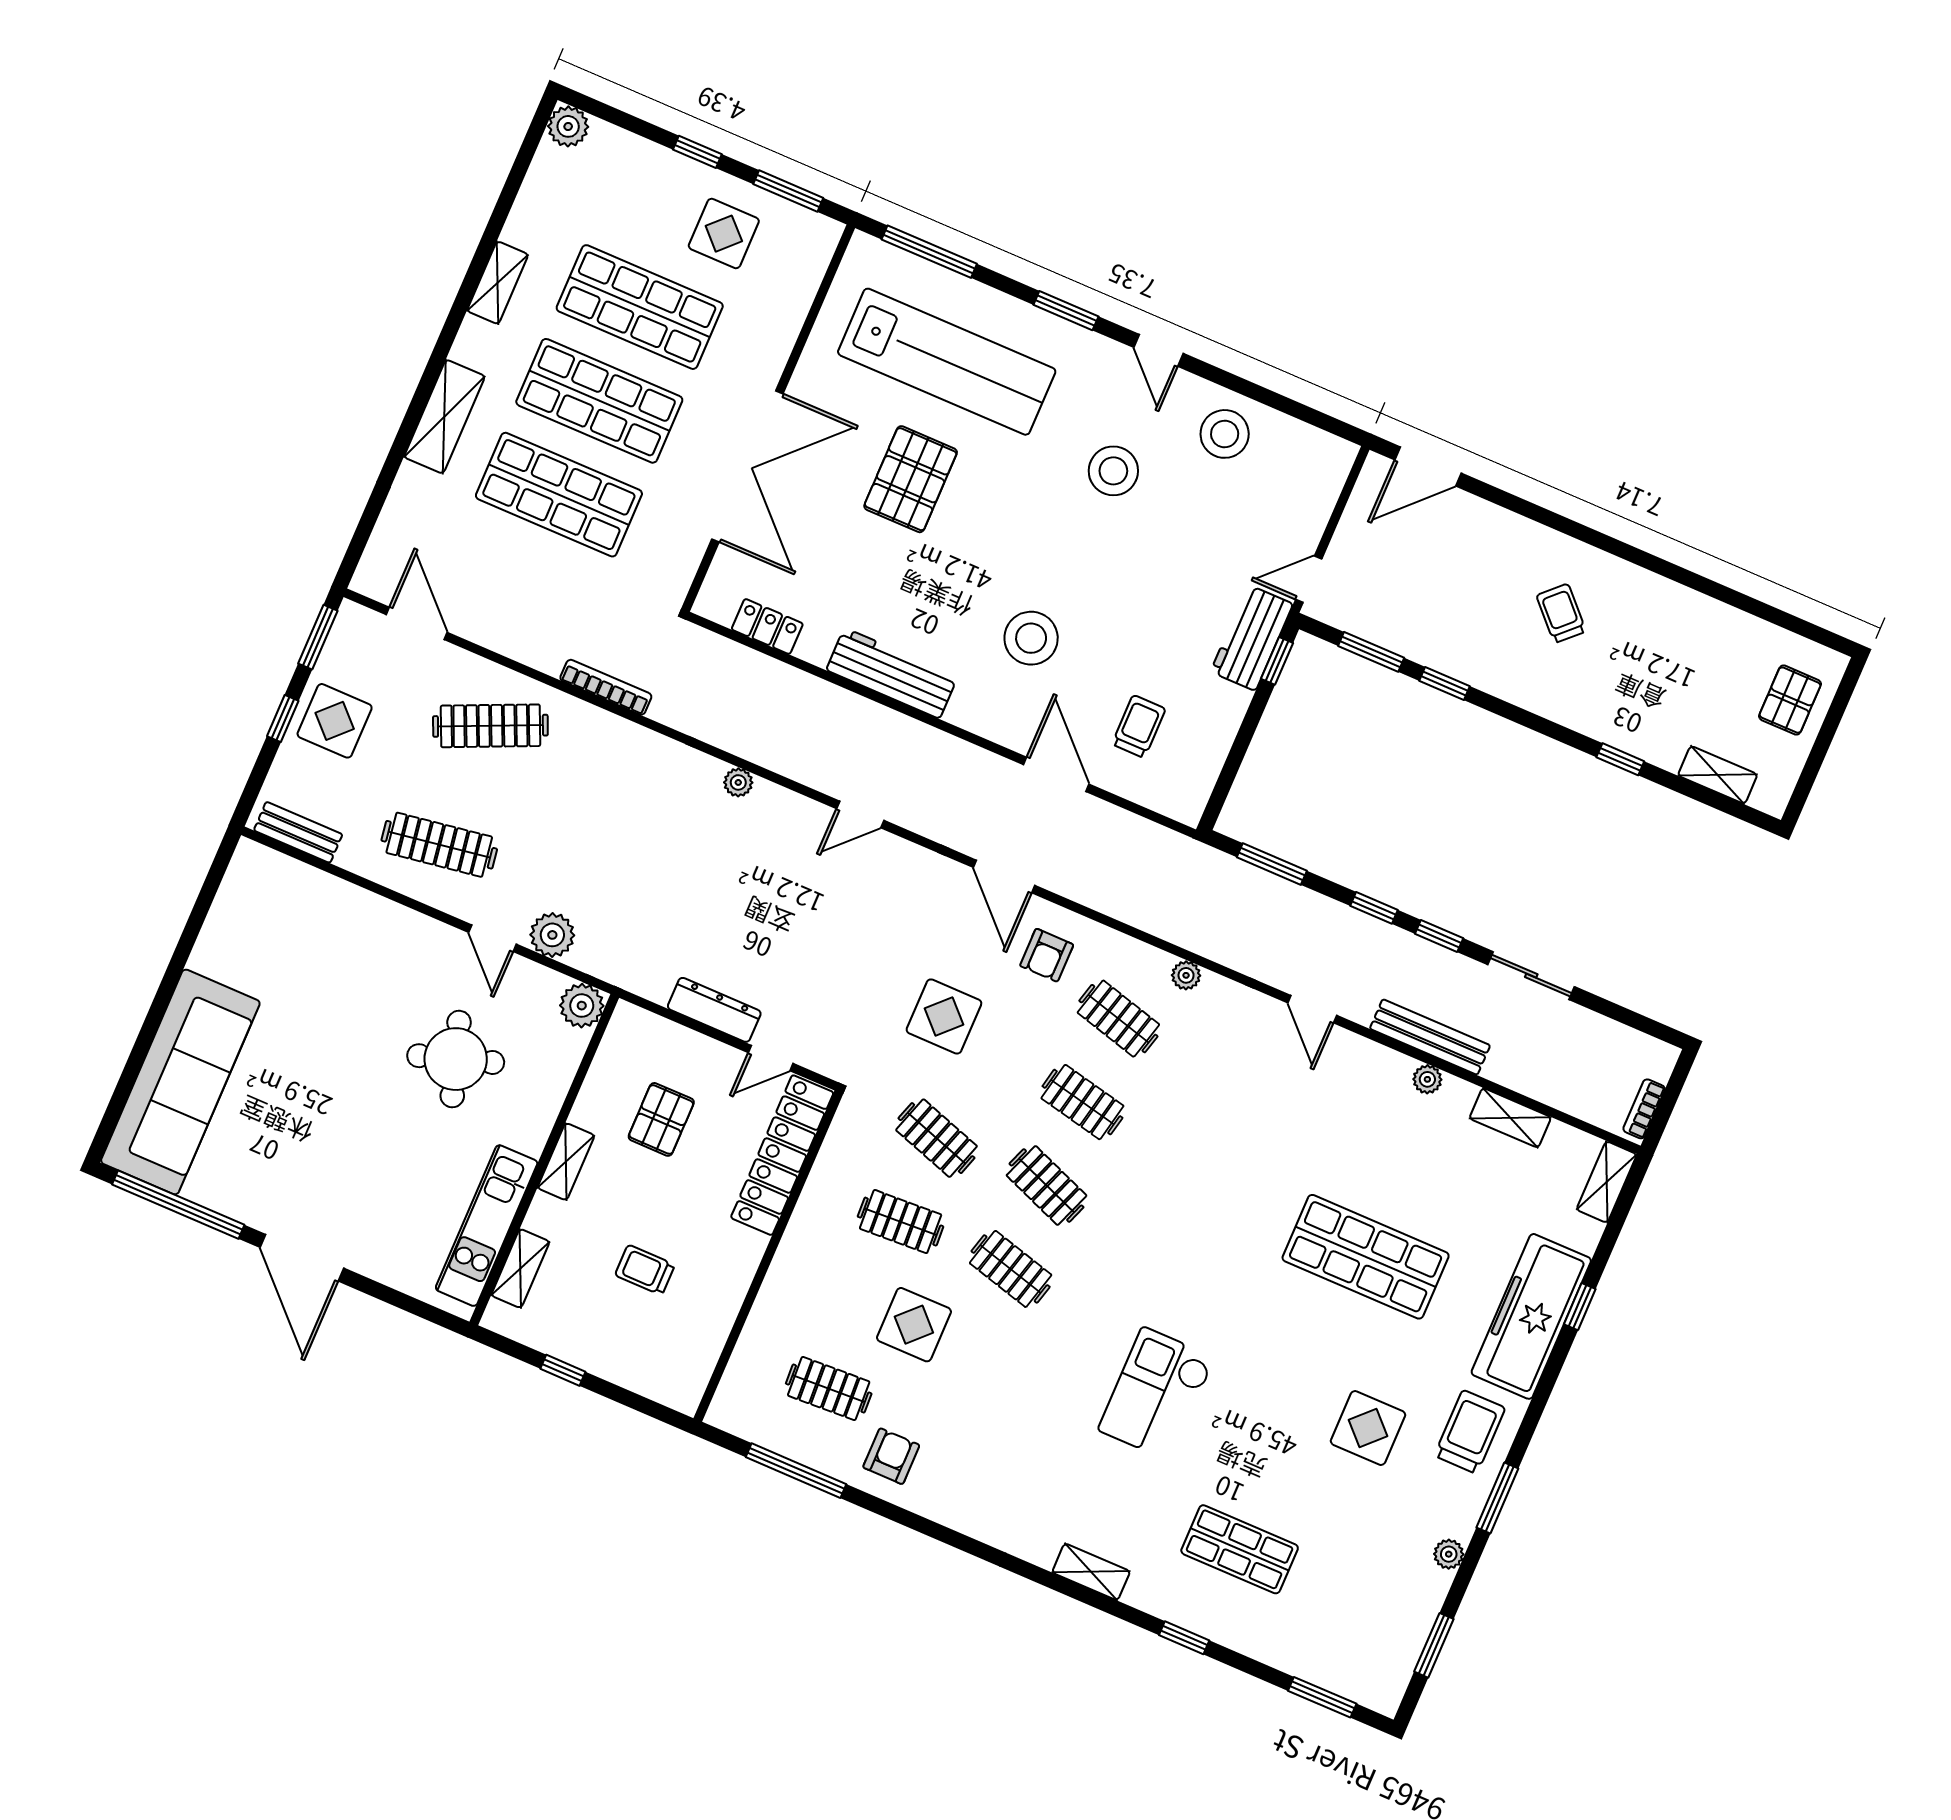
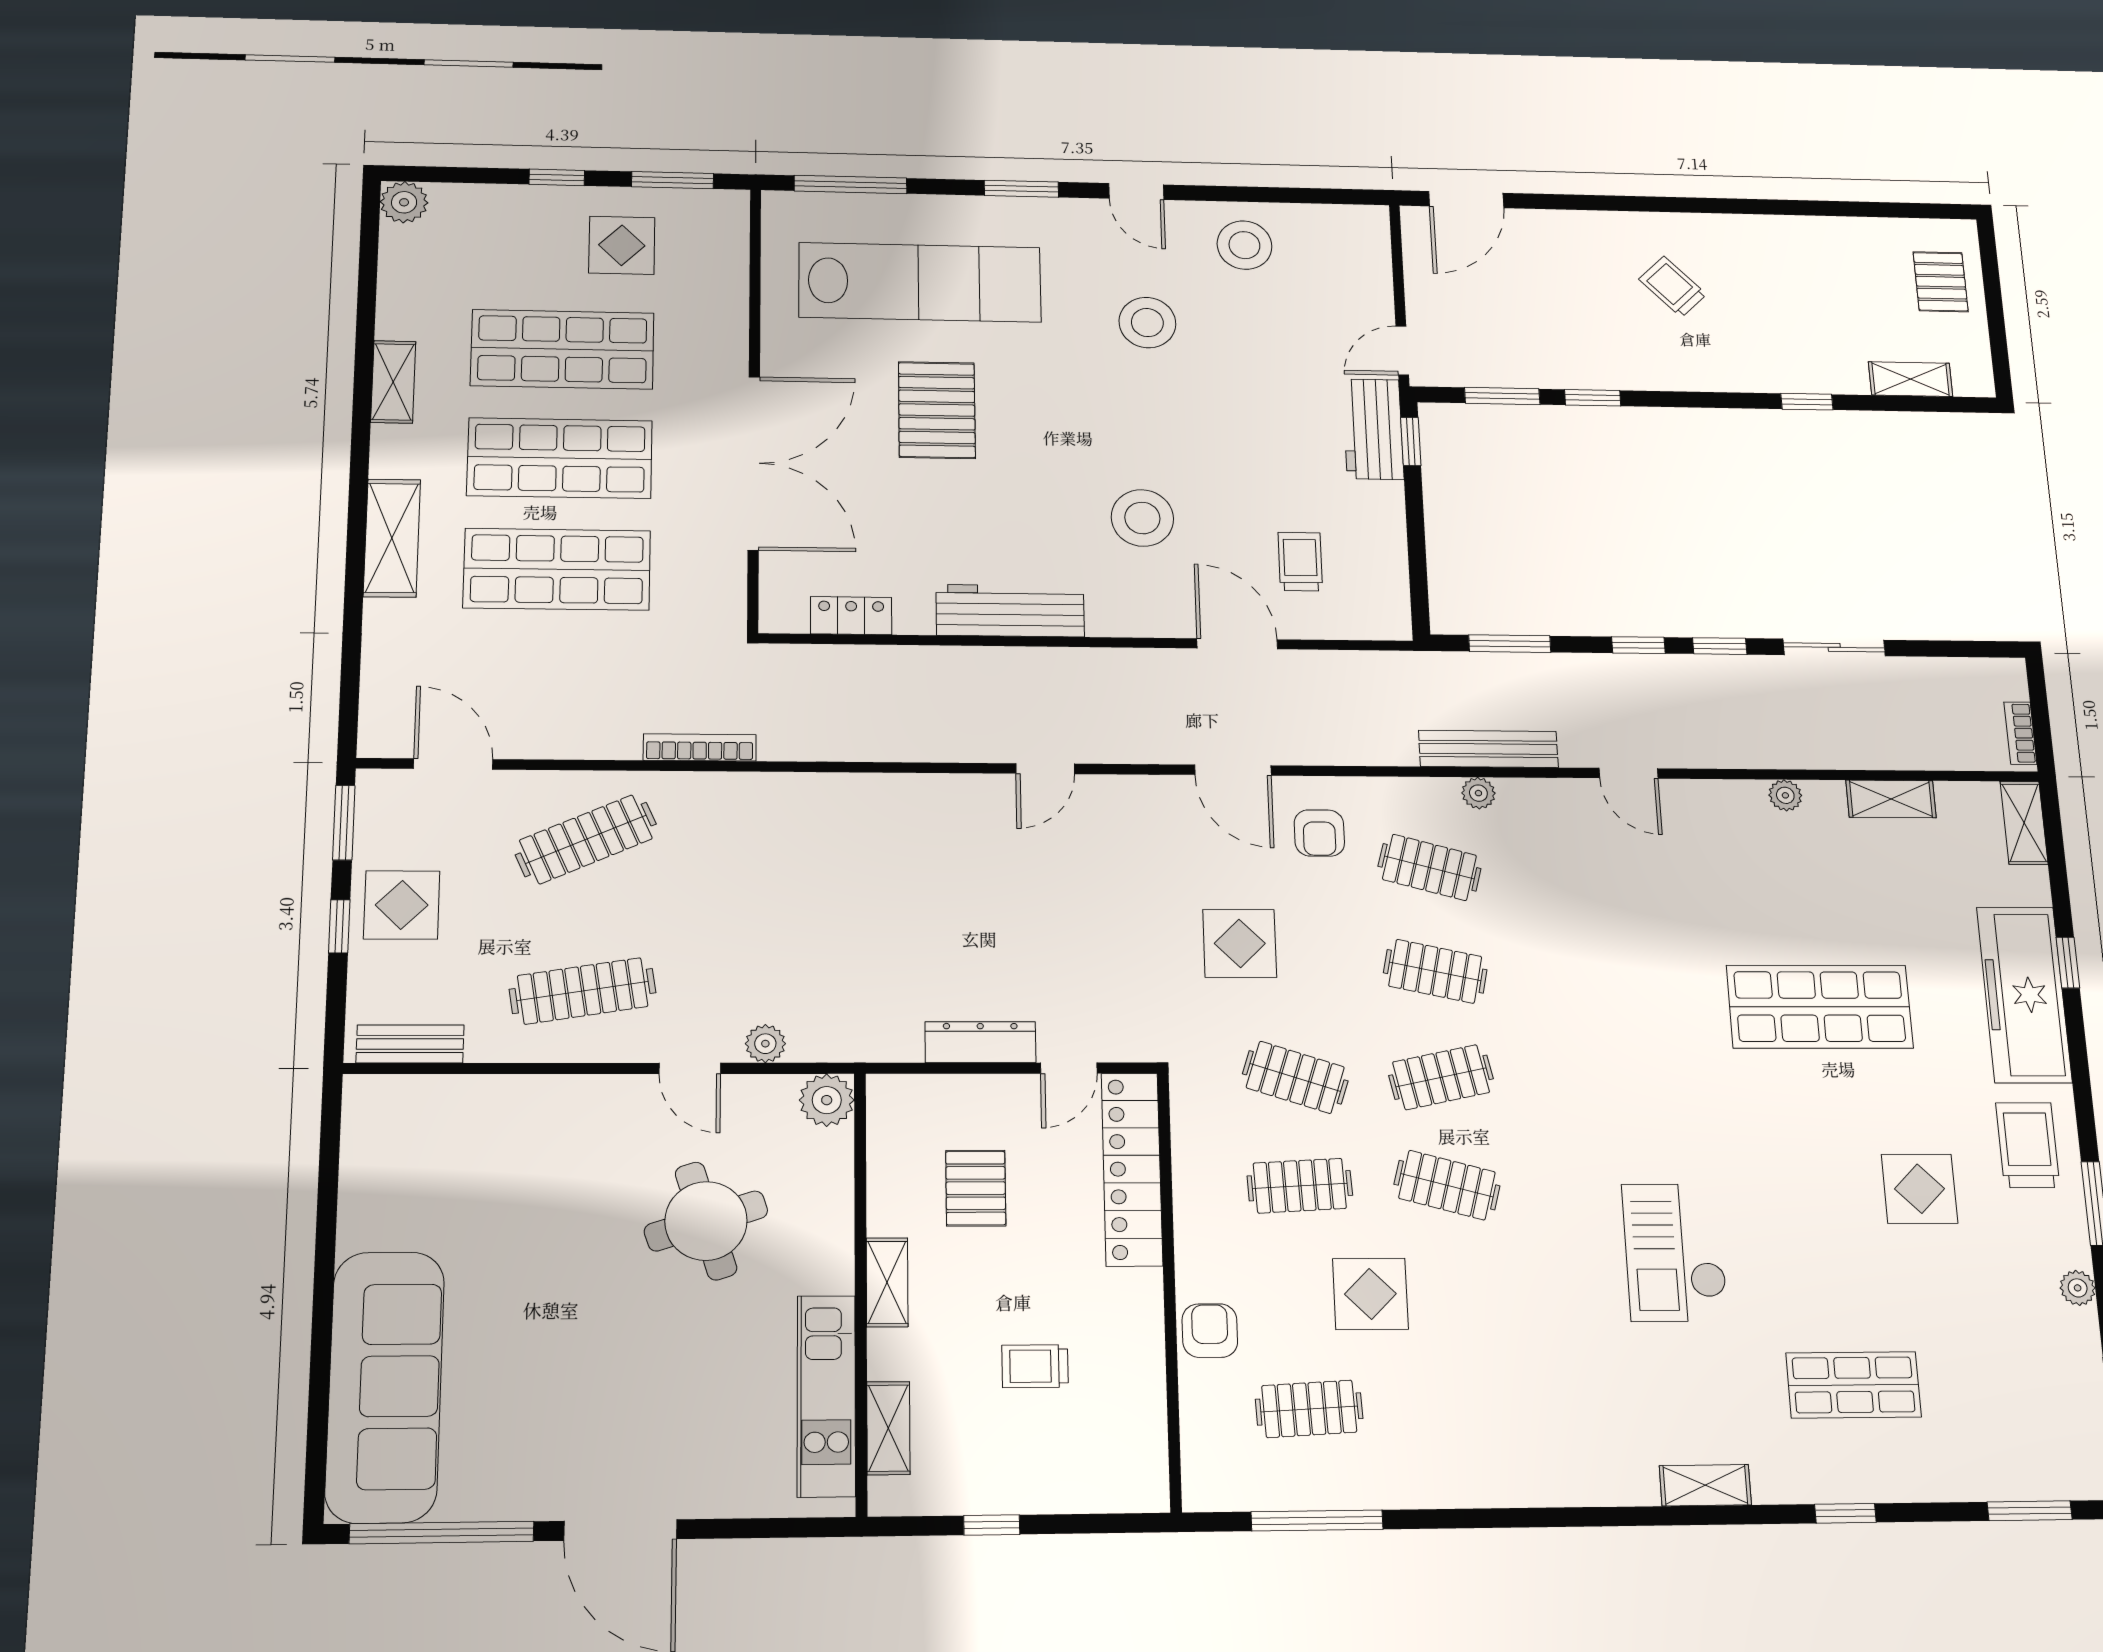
plant: (738, 782) -> (894, 789), removed
plant: (552, 935) -> (765, 1044), width x0.73, depth x0.73
bench: (1430, 1037) -> (1488, 749), moved
clothes rail: (1047, 1185) -> (1441, 1077), turned -33
armchair: (891, 1456) -> (1210, 1331), moved

